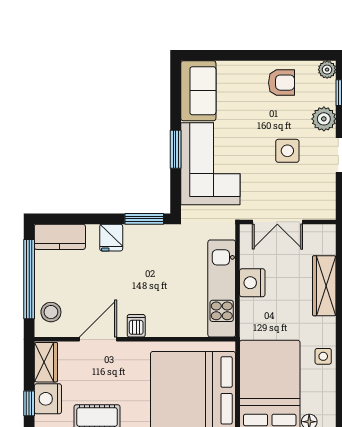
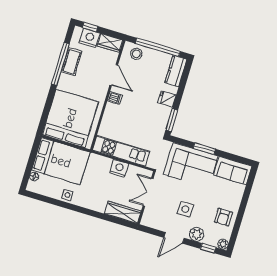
wardrobe: (324, 286) -> (123, 212), moved

